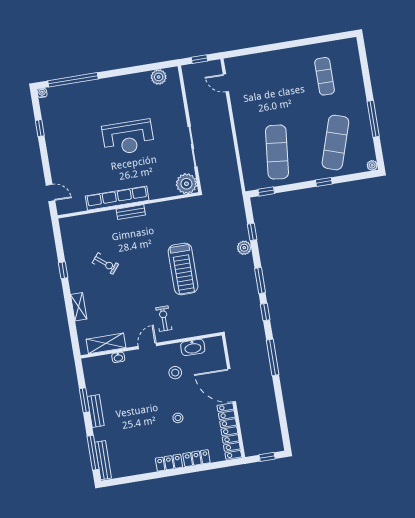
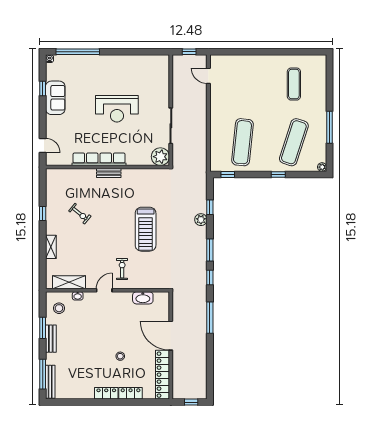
plant: (159, 77) -> (152, 61), removed
sofa: (56, 136) -> (55, 98), added
stool: (175, 373) -> (59, 308), moved

